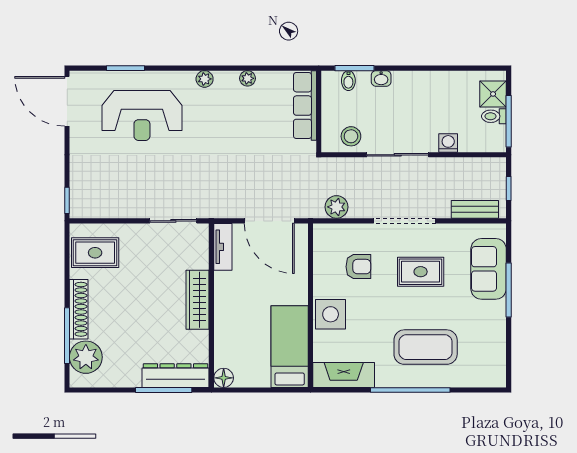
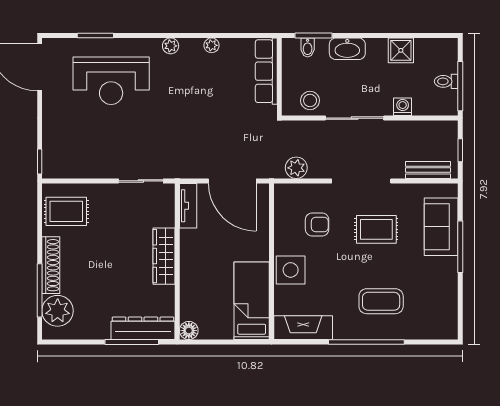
washbasin: (381, 78) -> (347, 49), width x1.91, depth x1.45
shower: (493, 94) -> (401, 50), moved
coffee table: (426, 347) -> (381, 301), width x0.73, depth x0.76

